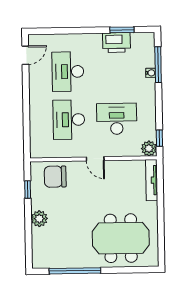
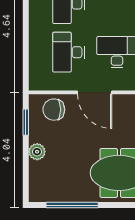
door: (95, 159) -> (95, 92), width x1.87
window: (28, 190) -> (26, 122), width x1.50

